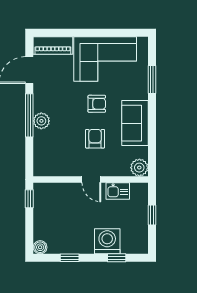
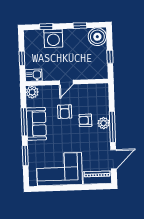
armchair: (97, 104) -> (85, 120), moved
window: (152, 126) -> (24, 122), added
door: (91, 179) -> (66, 82), swing flipped
kitchen sink: (118, 191) -> (34, 75), moved
window: (29, 199) -> (110, 57), moved
boiler: (40, 247) -> (97, 37), width x1.86, depth x1.86

